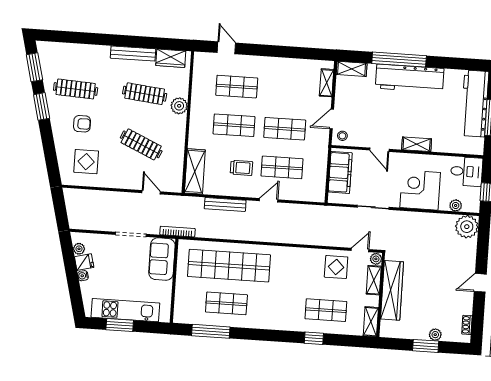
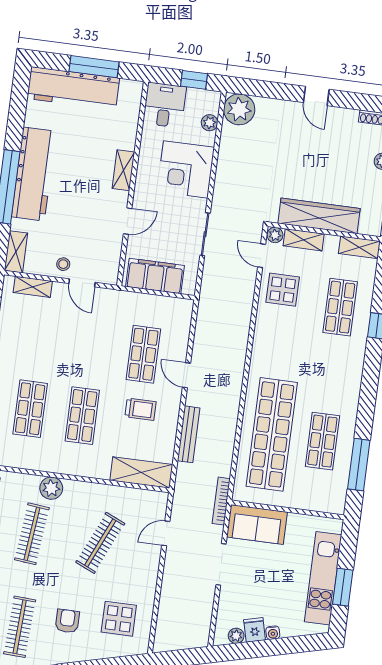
shop shelf: (285, 129) -> (91, 347), removed
stool: (342, 136) -> (63, 264), moved
trolley: (241, 168) -> (140, 409), turned 90

